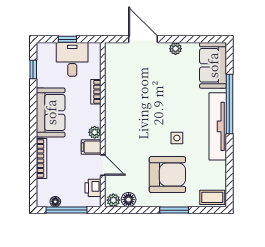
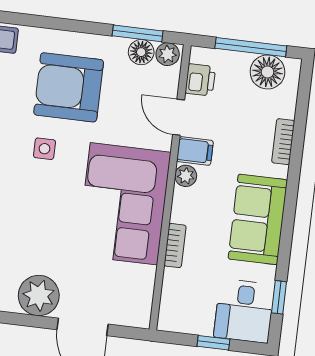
plant: (175, 49) -> (39, 296), width x1.88, depth x1.88
desk: (72, 59) -> (244, 311), moved
corner sofa: (128, 112) -> (124, 204), added
bookcase: (42, 158) -> (283, 142), width x0.64
floor lamp: (55, 202) -> (268, 72), width x1.89, depth x1.89
window: (174, 210) -> (138, 33), moved

